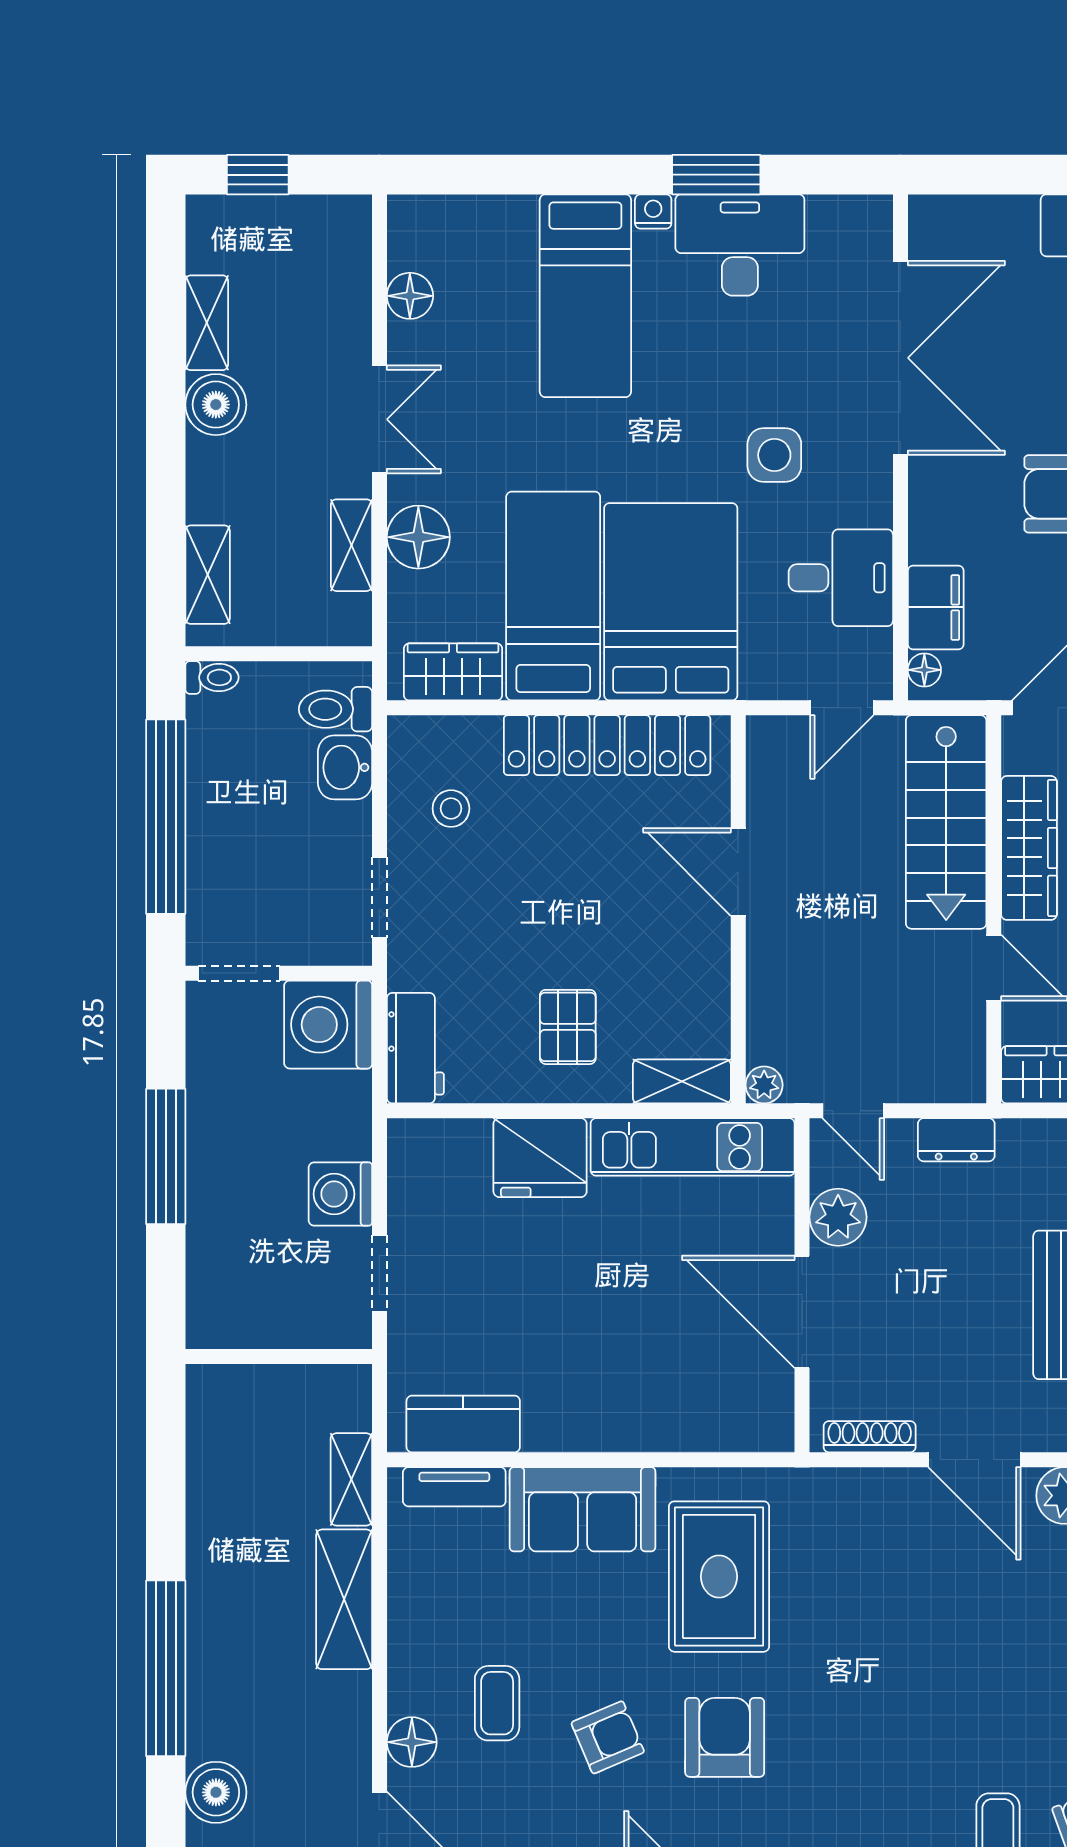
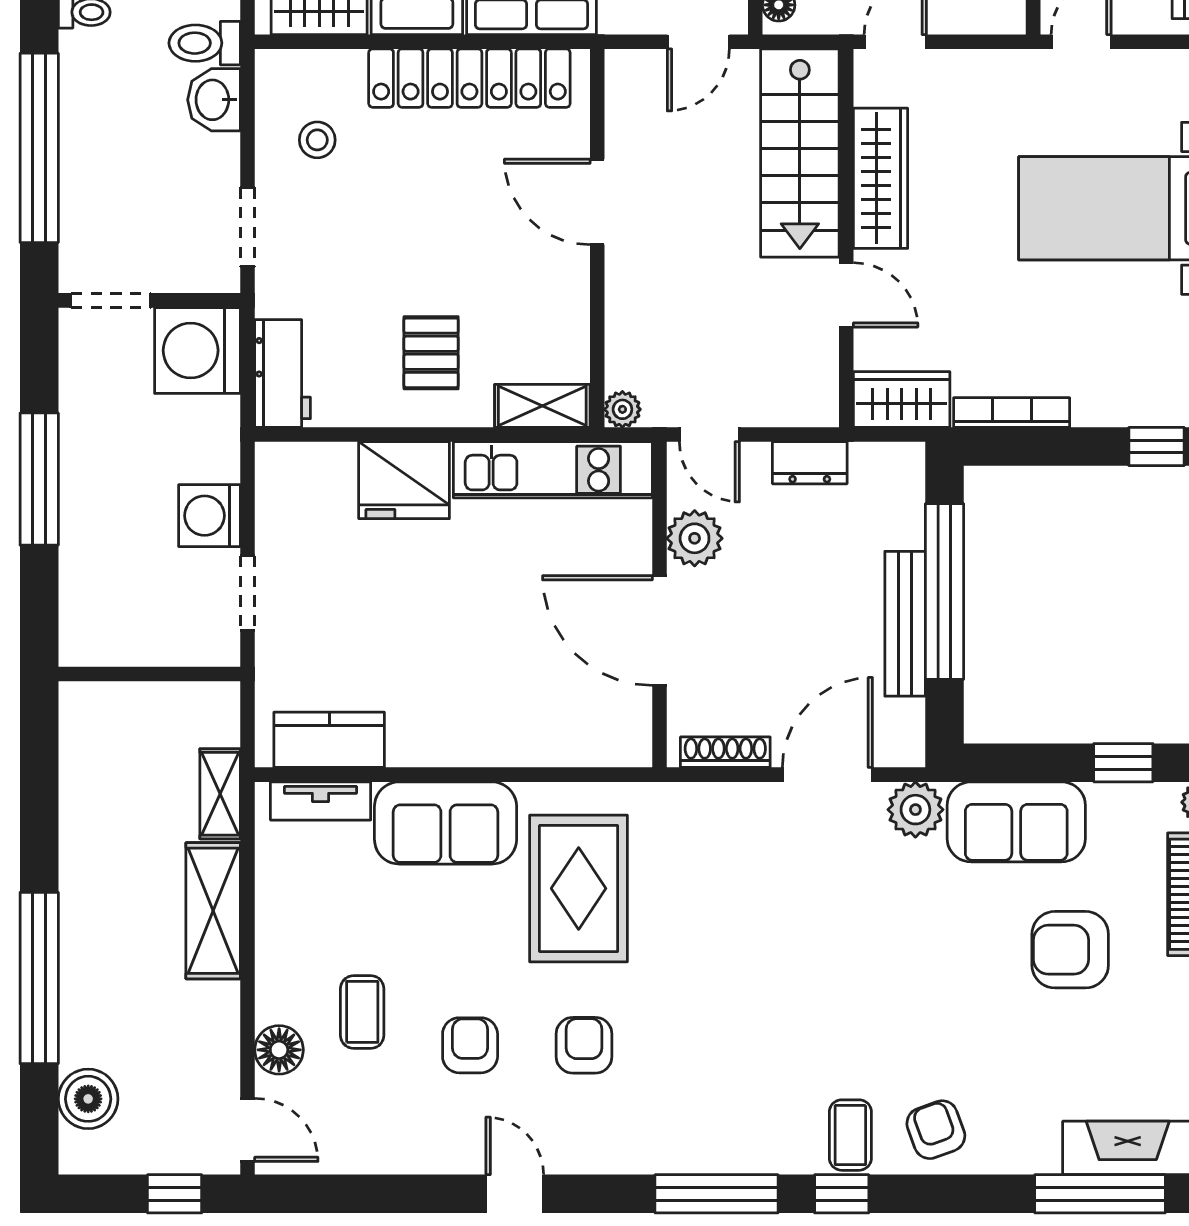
door: (974, 1460) -> (827, 775), swing flipped
armchair: (608, 1737) -> (470, 1045), turned -67
armchair: (725, 1737) -> (584, 1045), width x0.72, depth x0.72

